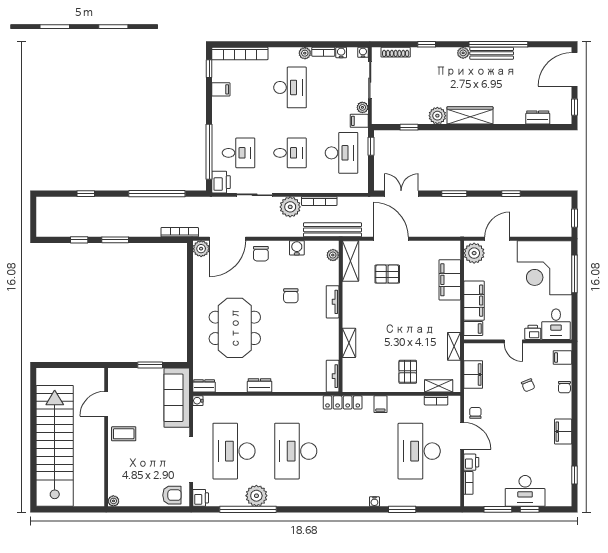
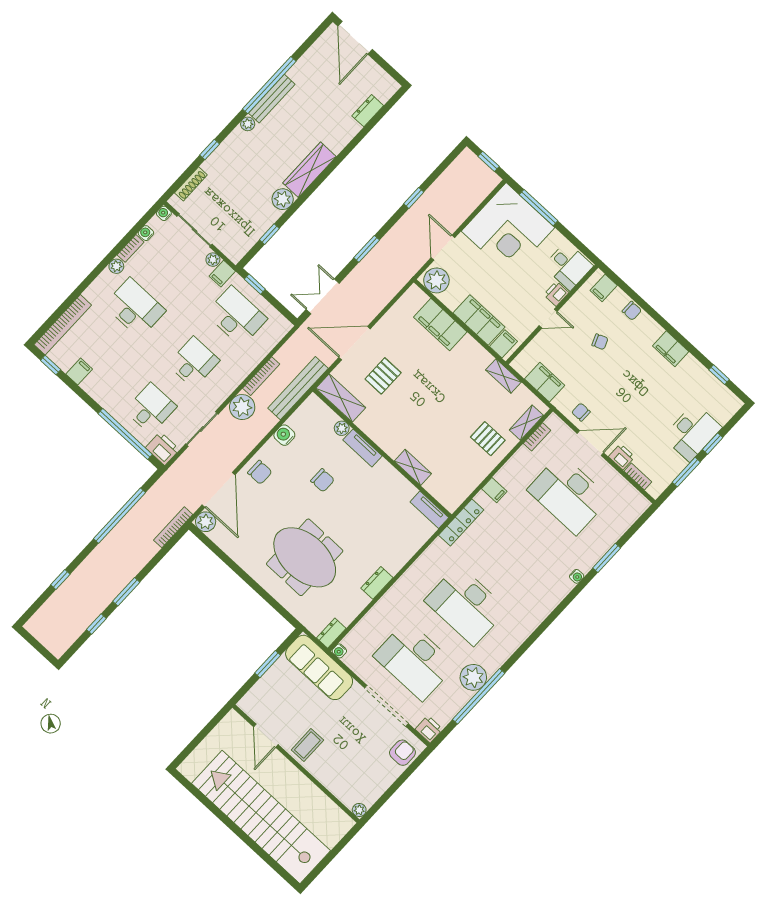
window: (575, 107) -> (389, 69), removed
plant: (333, 255) -> (342, 428), moved

